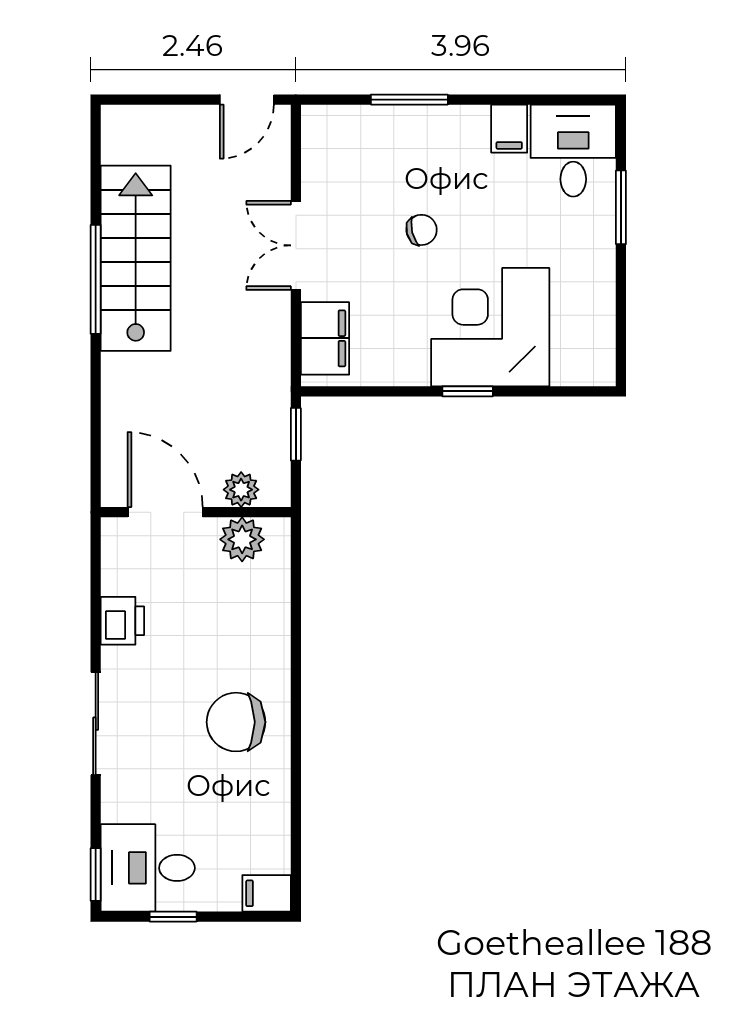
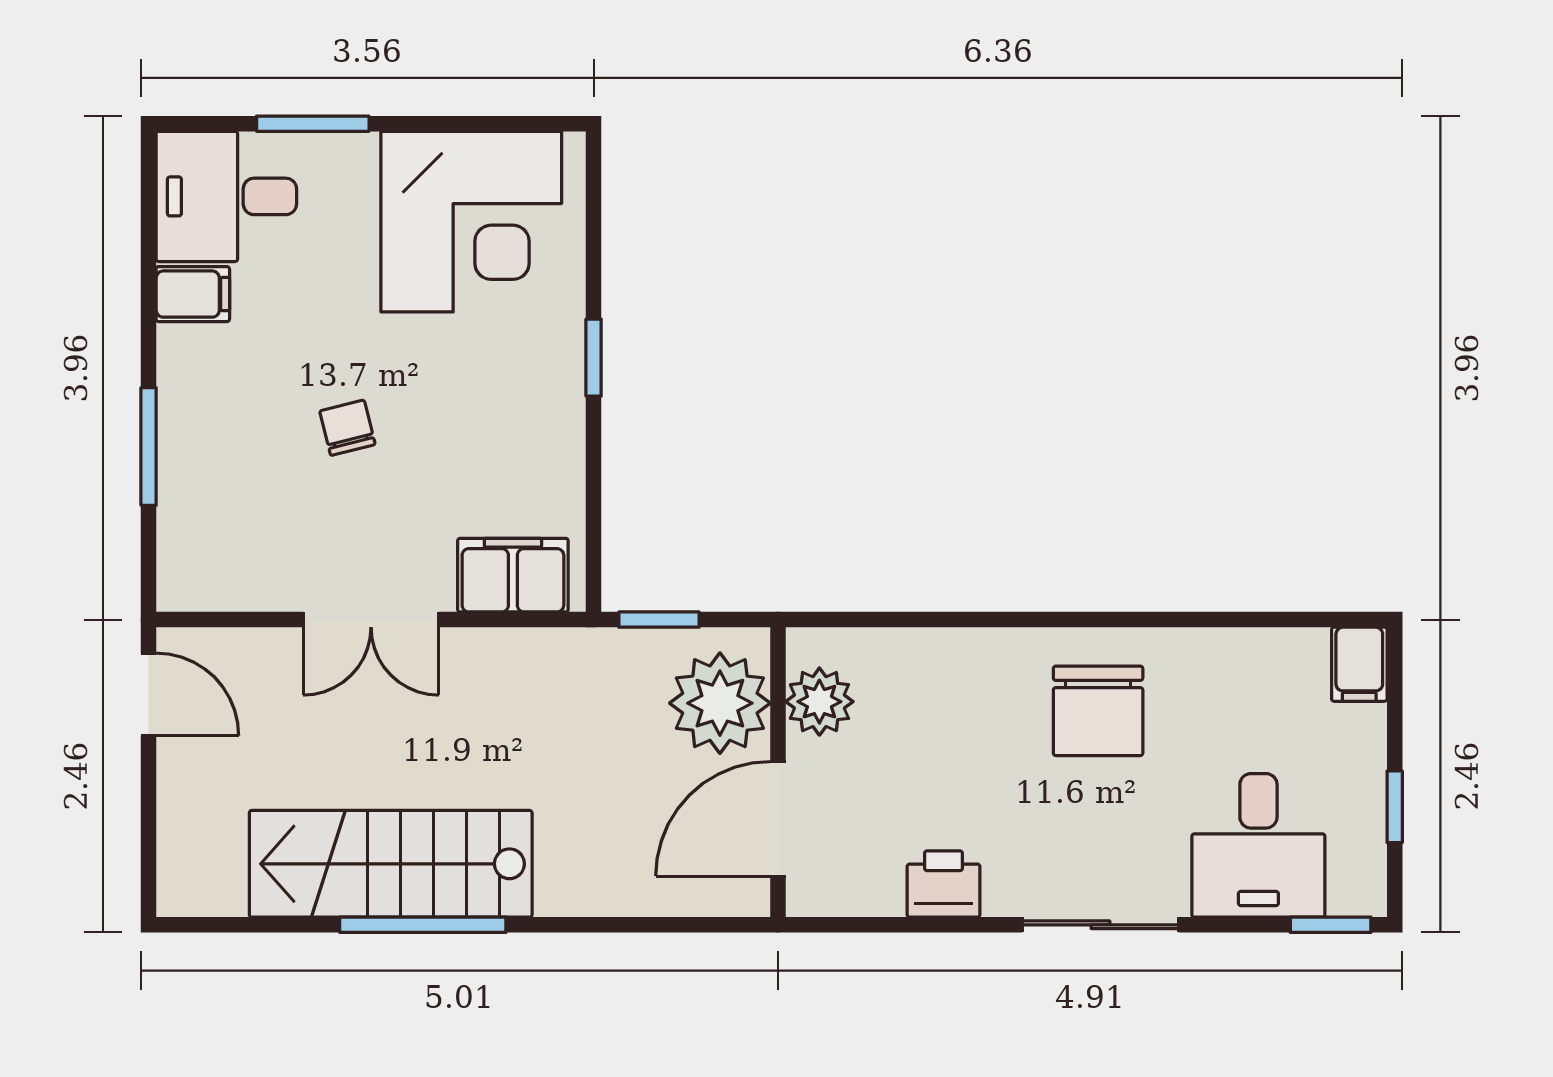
corner desk: (490, 327) -> (471, 222), moved, turned -90
plant: (241, 490) -> (720, 703), width x1.88, depth x1.88
desk: (148, 868) -> (1258, 845), moved

